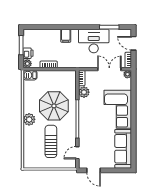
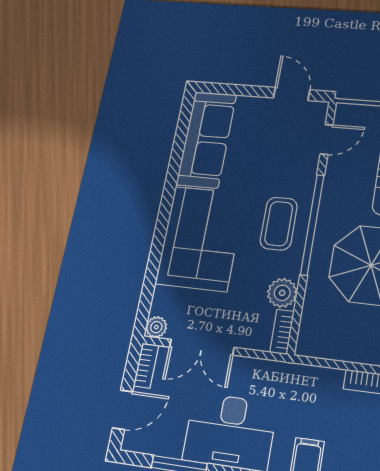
door: (133, 43) -> (123, 410), hinge flipped
coffee table: (90, 118) -> (279, 224), added

